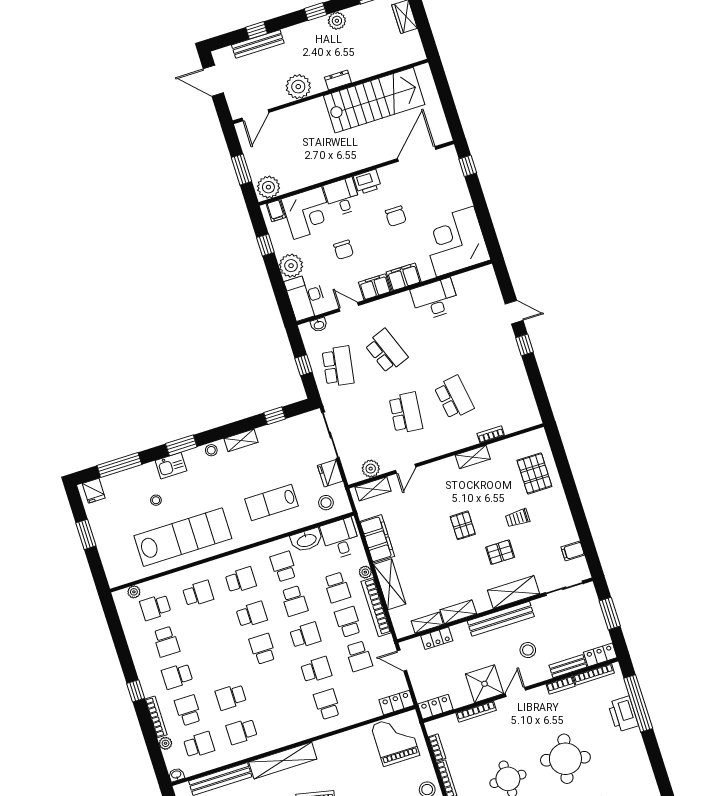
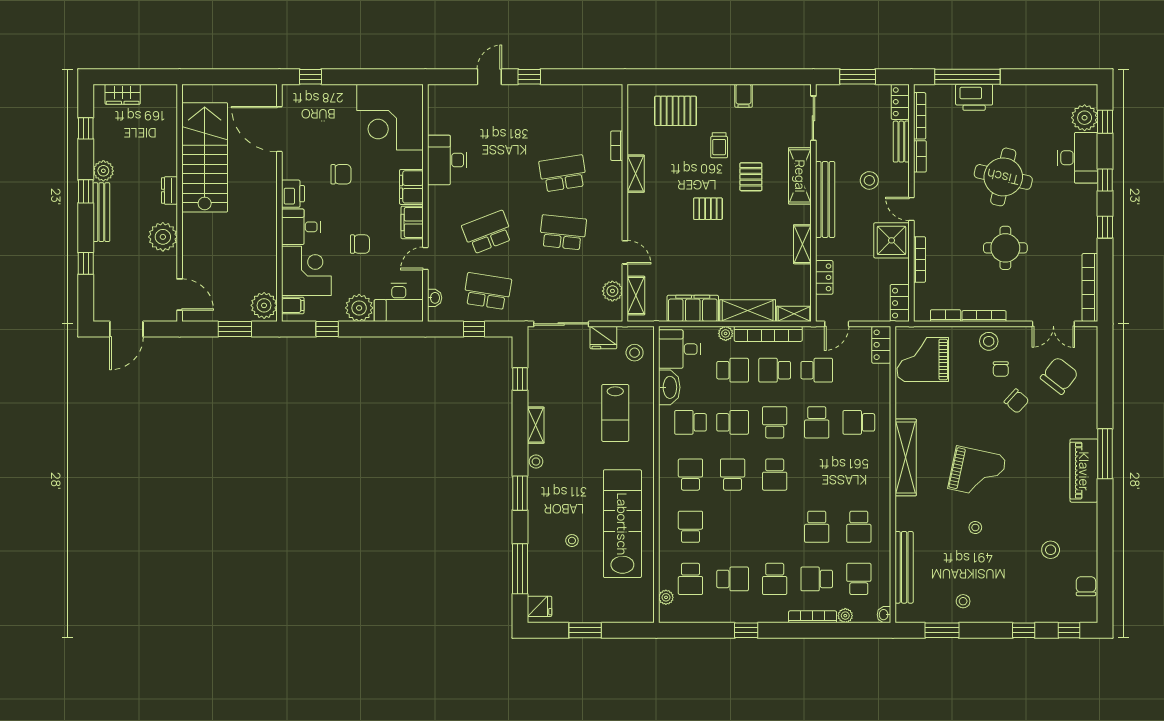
bench: (258, 44) -> (101, 212), moved
kitchen sink: (171, 466) -> (539, 512), removed
filing cabinet: (573, 551) -> (743, 96), moved
shelving: (427, 623) -> (794, 314), moved, turned 90
school desk: (263, 649) -> (775, 475), turned -90
school desk: (316, 670) -> (817, 422), turned 180
window: (136, 691) -> (746, 630), moved
shelving: (283, 760) -> (906, 457), moved

